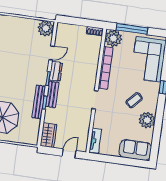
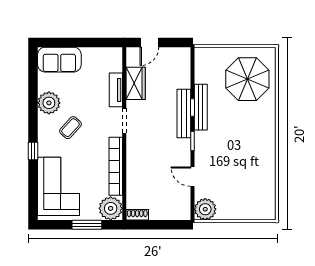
window: (132, 29) -> (87, 225), width x0.69
door: (52, 53) -> (192, 177), hinge flipped
dresser: (56, 71) -> (183, 152), removed
bench: (52, 94) -> (184, 113), width x1.36
wardrobe: (48, 135) -> (136, 83), moved, turned 180
tv unit: (95, 141) -> (116, 90), moved

